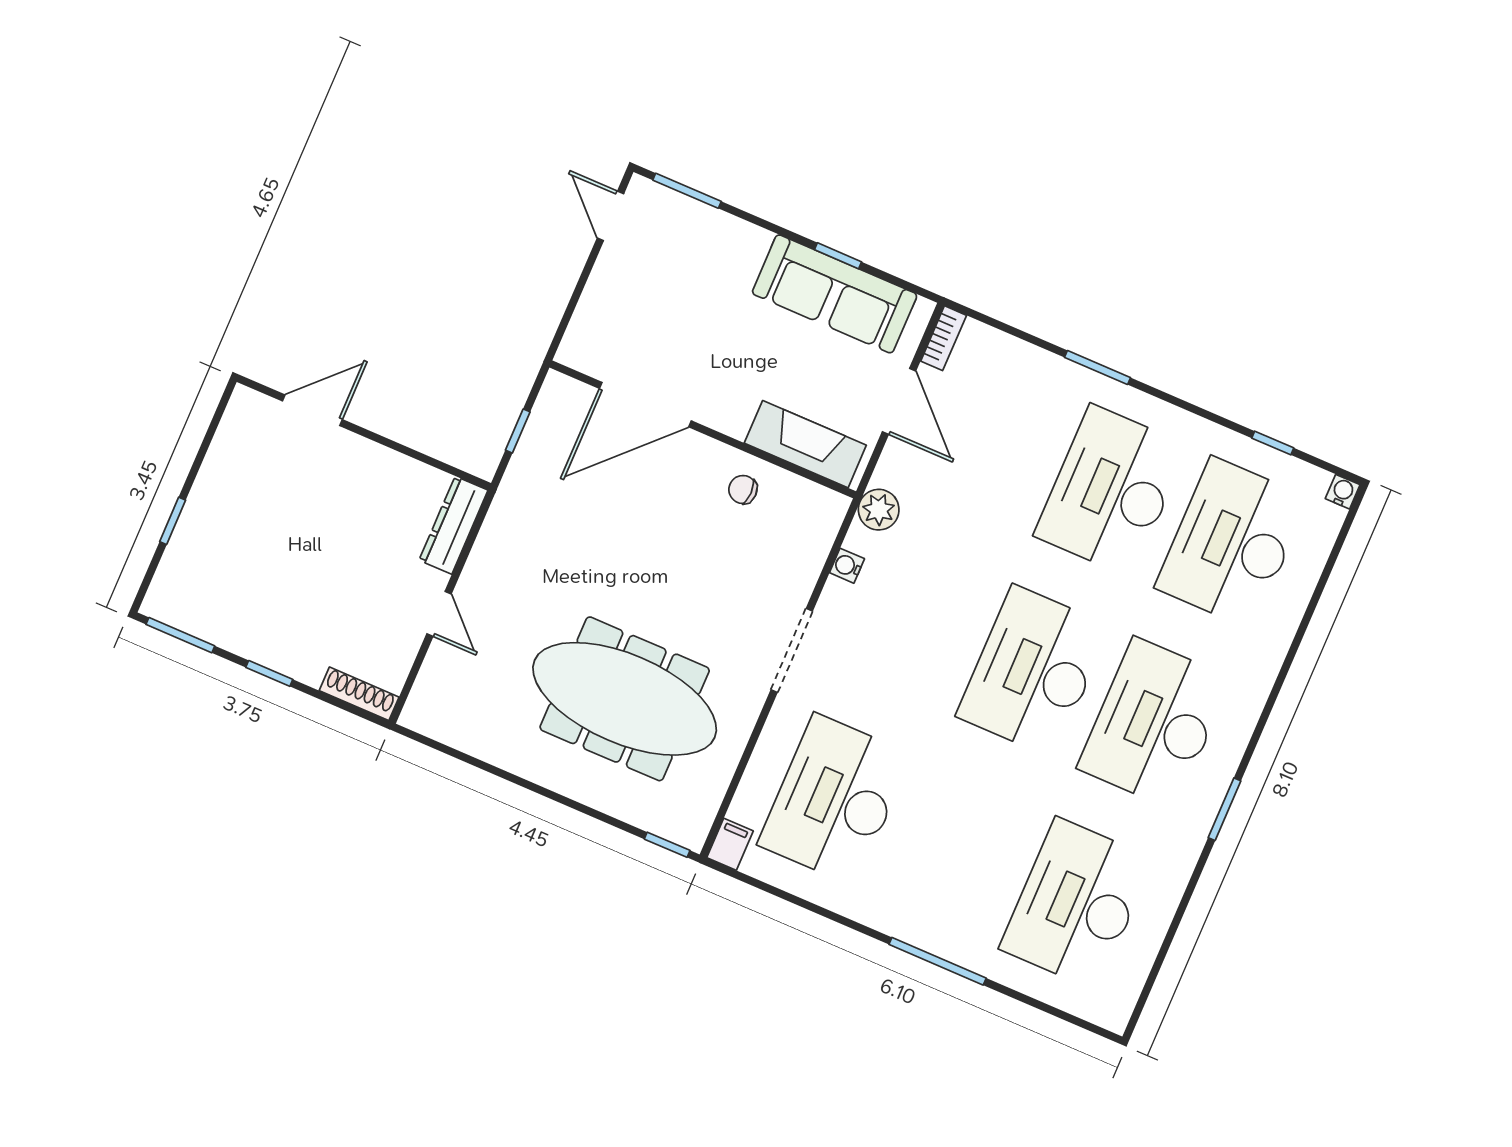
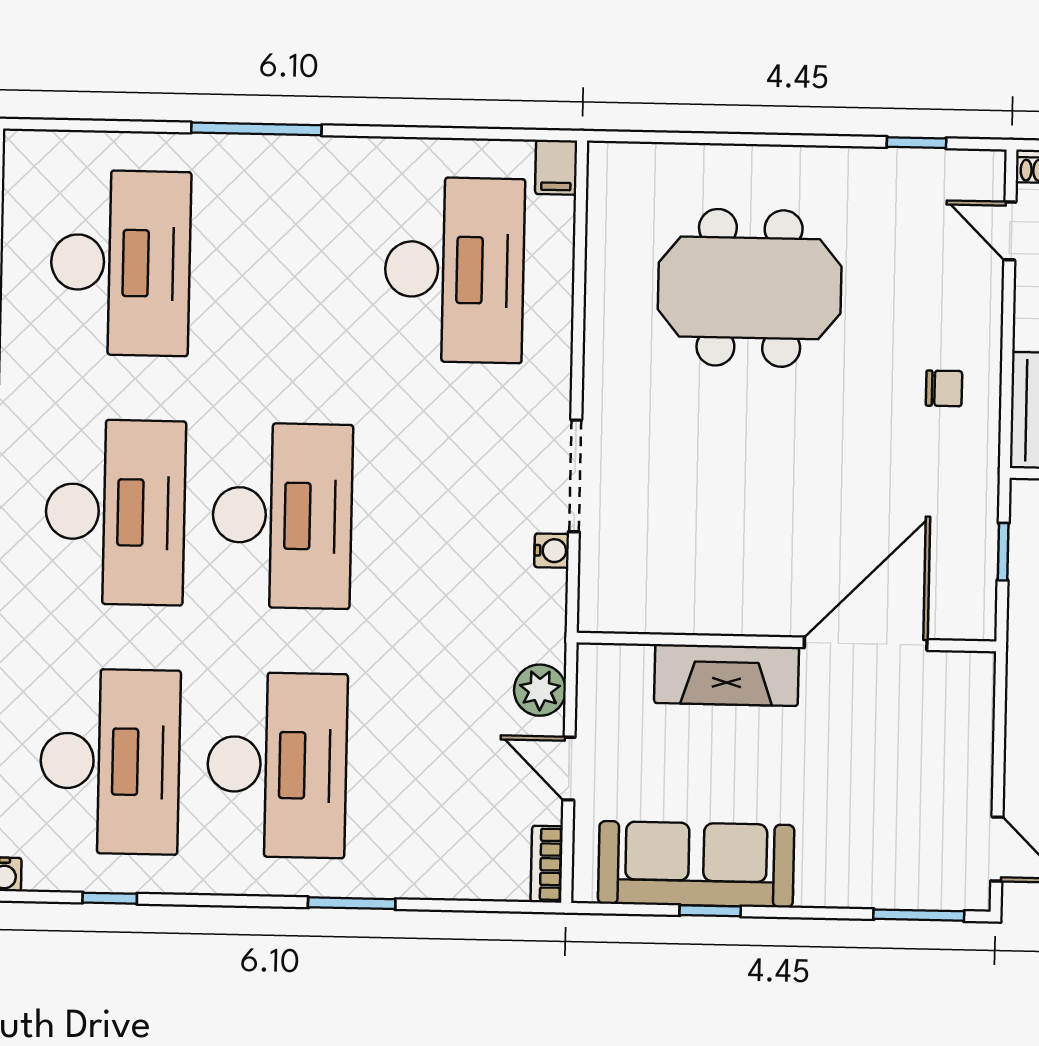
door: (899, 401) -> (569, 769), width x0.73
fireplace: (805, 444) -> (727, 675), moved
chair: (743, 489) -> (944, 388), moved
plant: (879, 510) -> (540, 690), moved
door: (439, 614) -> (1010, 231), moved
doorway: (792, 650) -> (575, 476), moved
meeting table: (625, 699) -> (750, 288), width x0.73
window: (667, 845) -> (917, 143), moved

